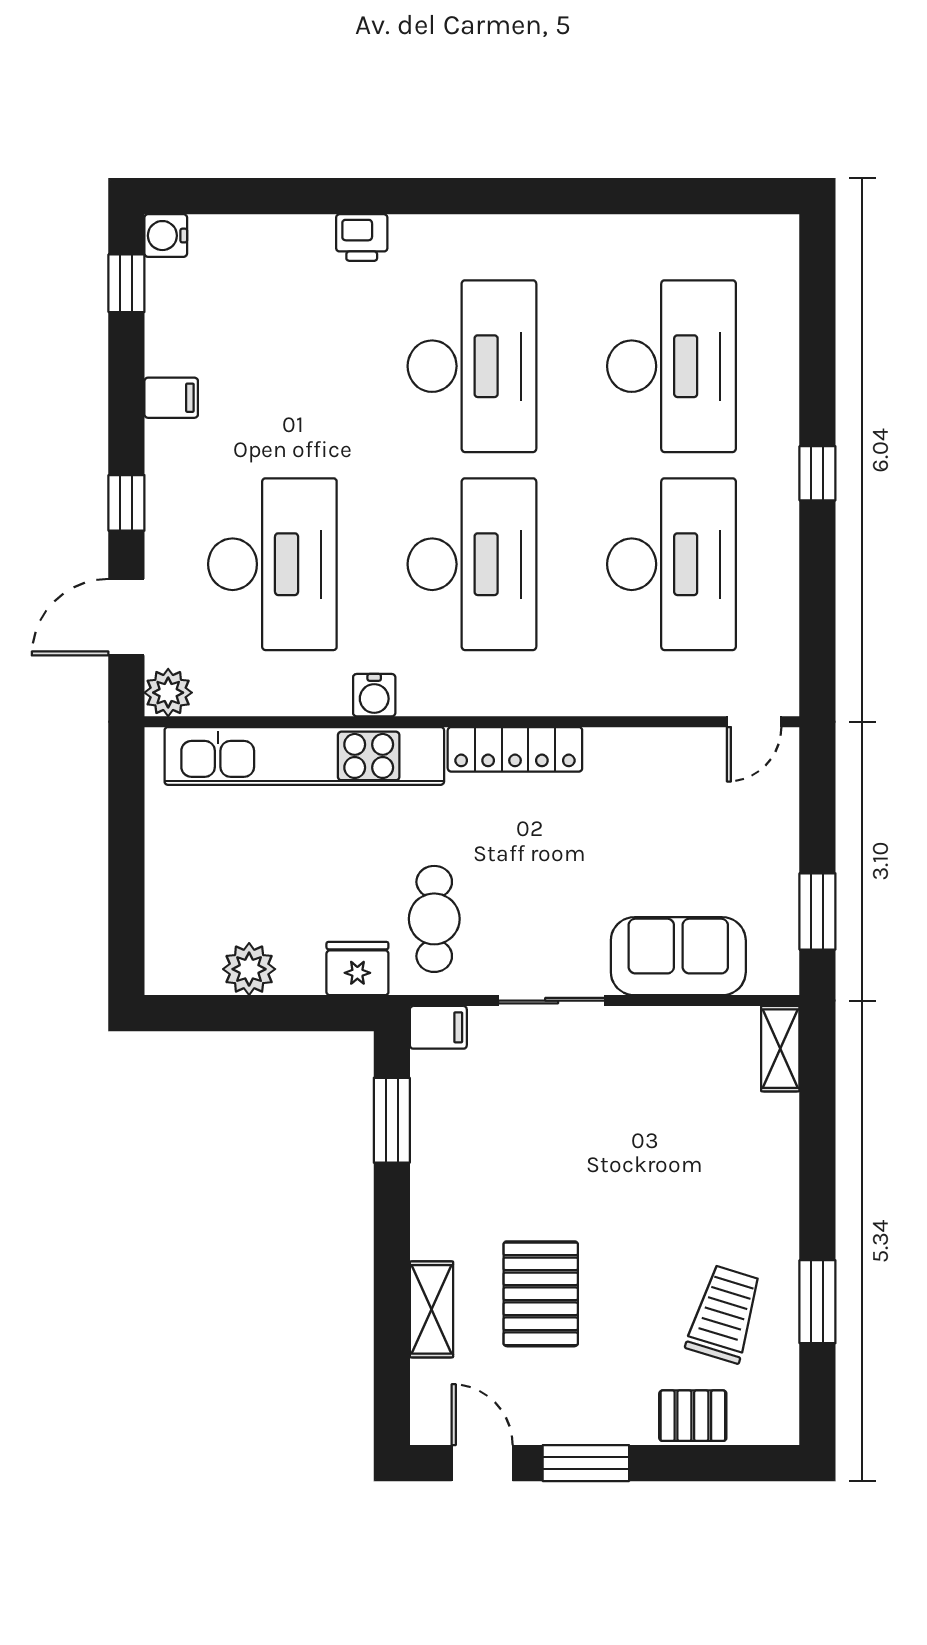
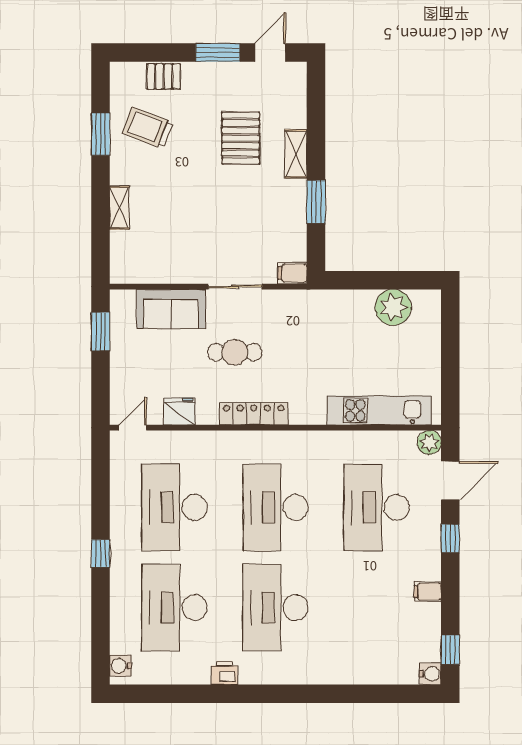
printer: (362, 237) -> (224, 673), moved
water cooler: (374, 695) -> (120, 666), moved, turned -90
kitchen unit: (304, 756) -> (379, 410), width x0.73
cafe table: (434, 919) -> (235, 352), moved, turned 90
plant: (249, 969) -> (393, 307), width x1.36, depth x1.36
fridge: (357, 969) -> (179, 411), moved, turned 180
shelving: (780, 1049) -> (119, 208), moved
window: (392, 1120) -> (316, 202), moved
shelving: (432, 1309) -> (296, 154), moved
trolley: (724, 1314) -> (148, 128), turned 94
door: (482, 1463) -> (270, 52), swing flipped

